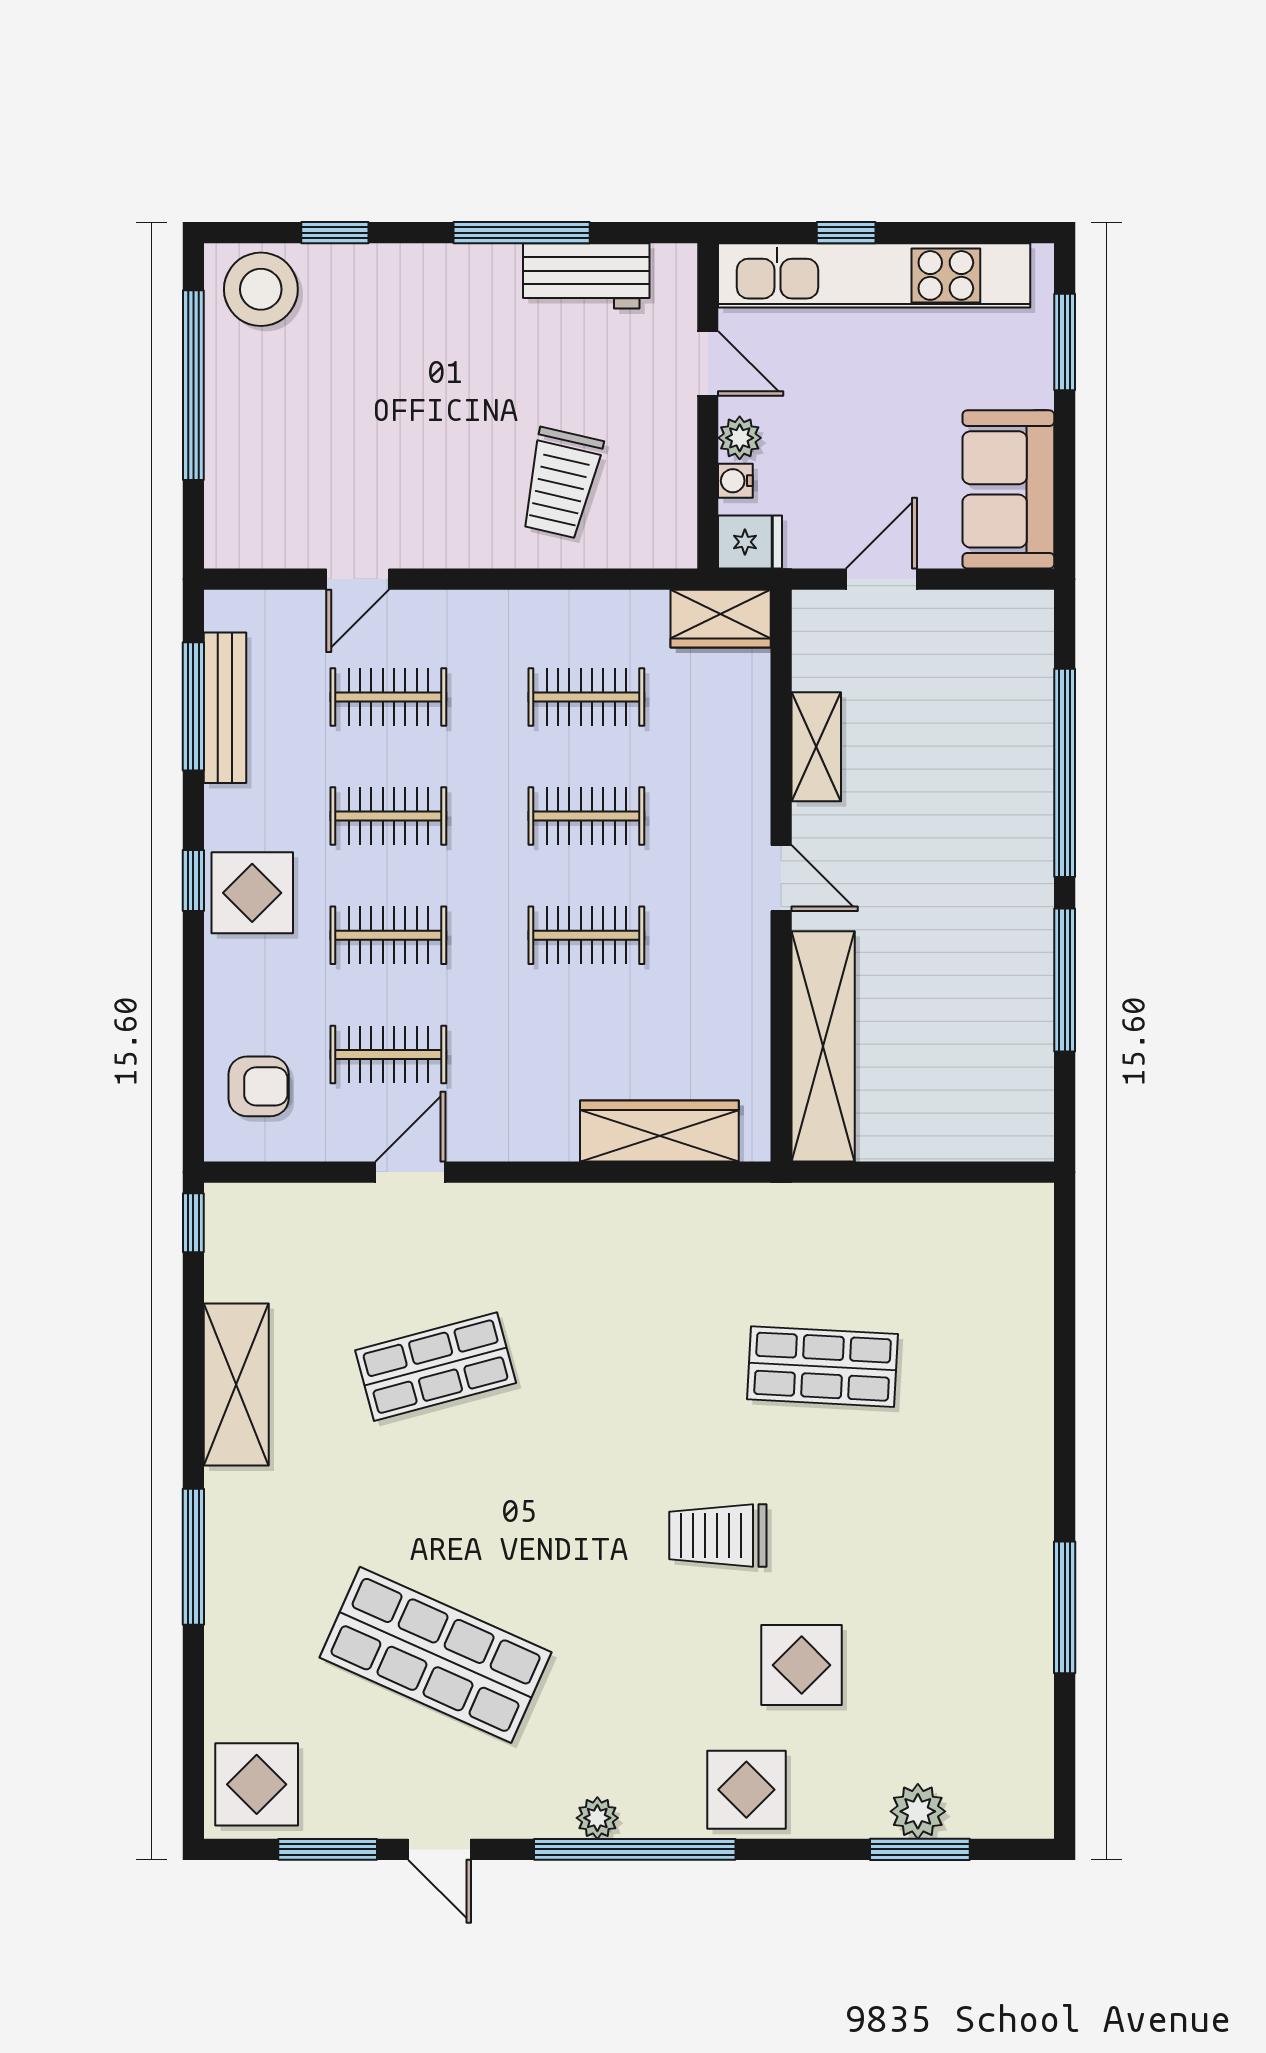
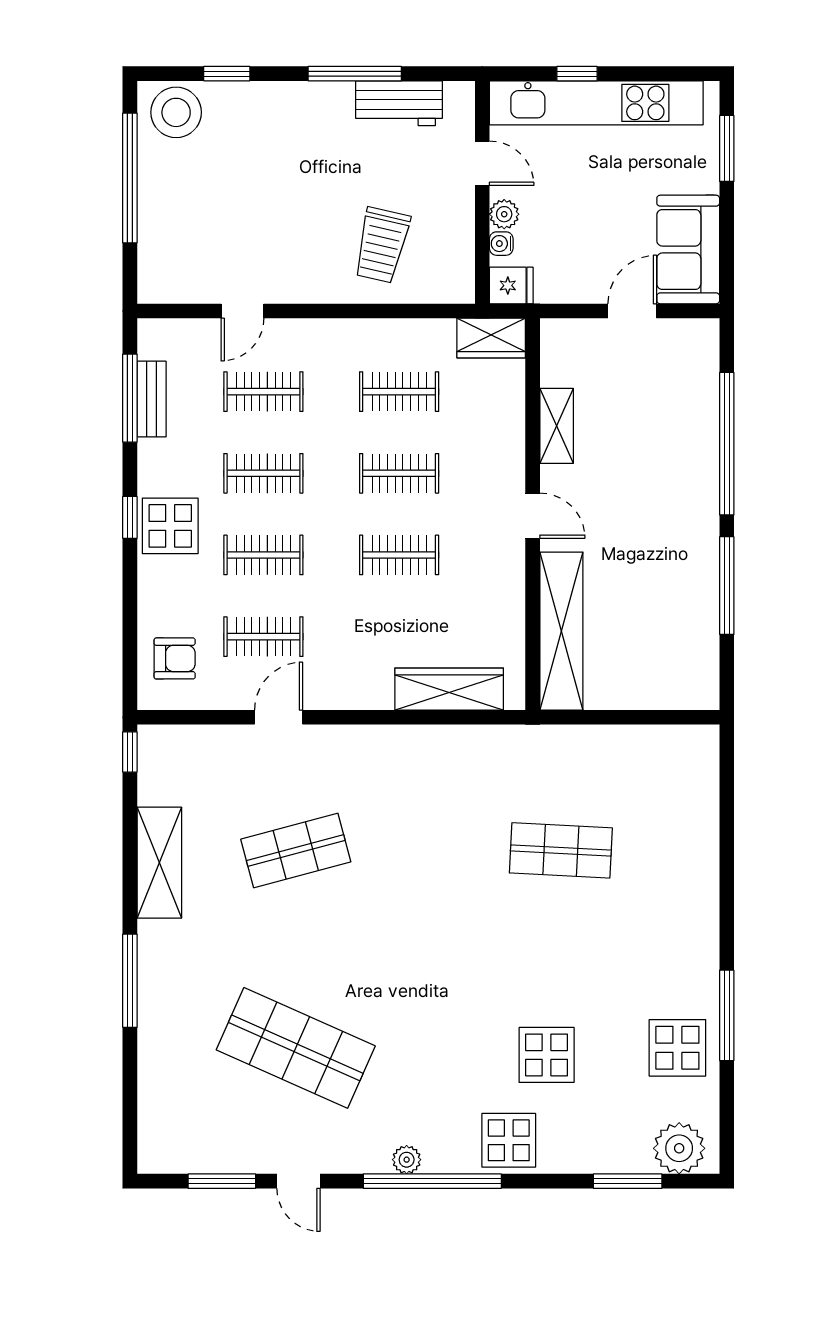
door: (881, 579) -> (632, 311), moved
bench: (225, 708) -> (152, 399), width x0.73
trolley: (718, 1535) -> (489, 966), removed
display table: (257, 1784) -> (677, 1048), moved
plant: (918, 1811) -> (679, 1148), moved, width x1.36, depth x1.36

